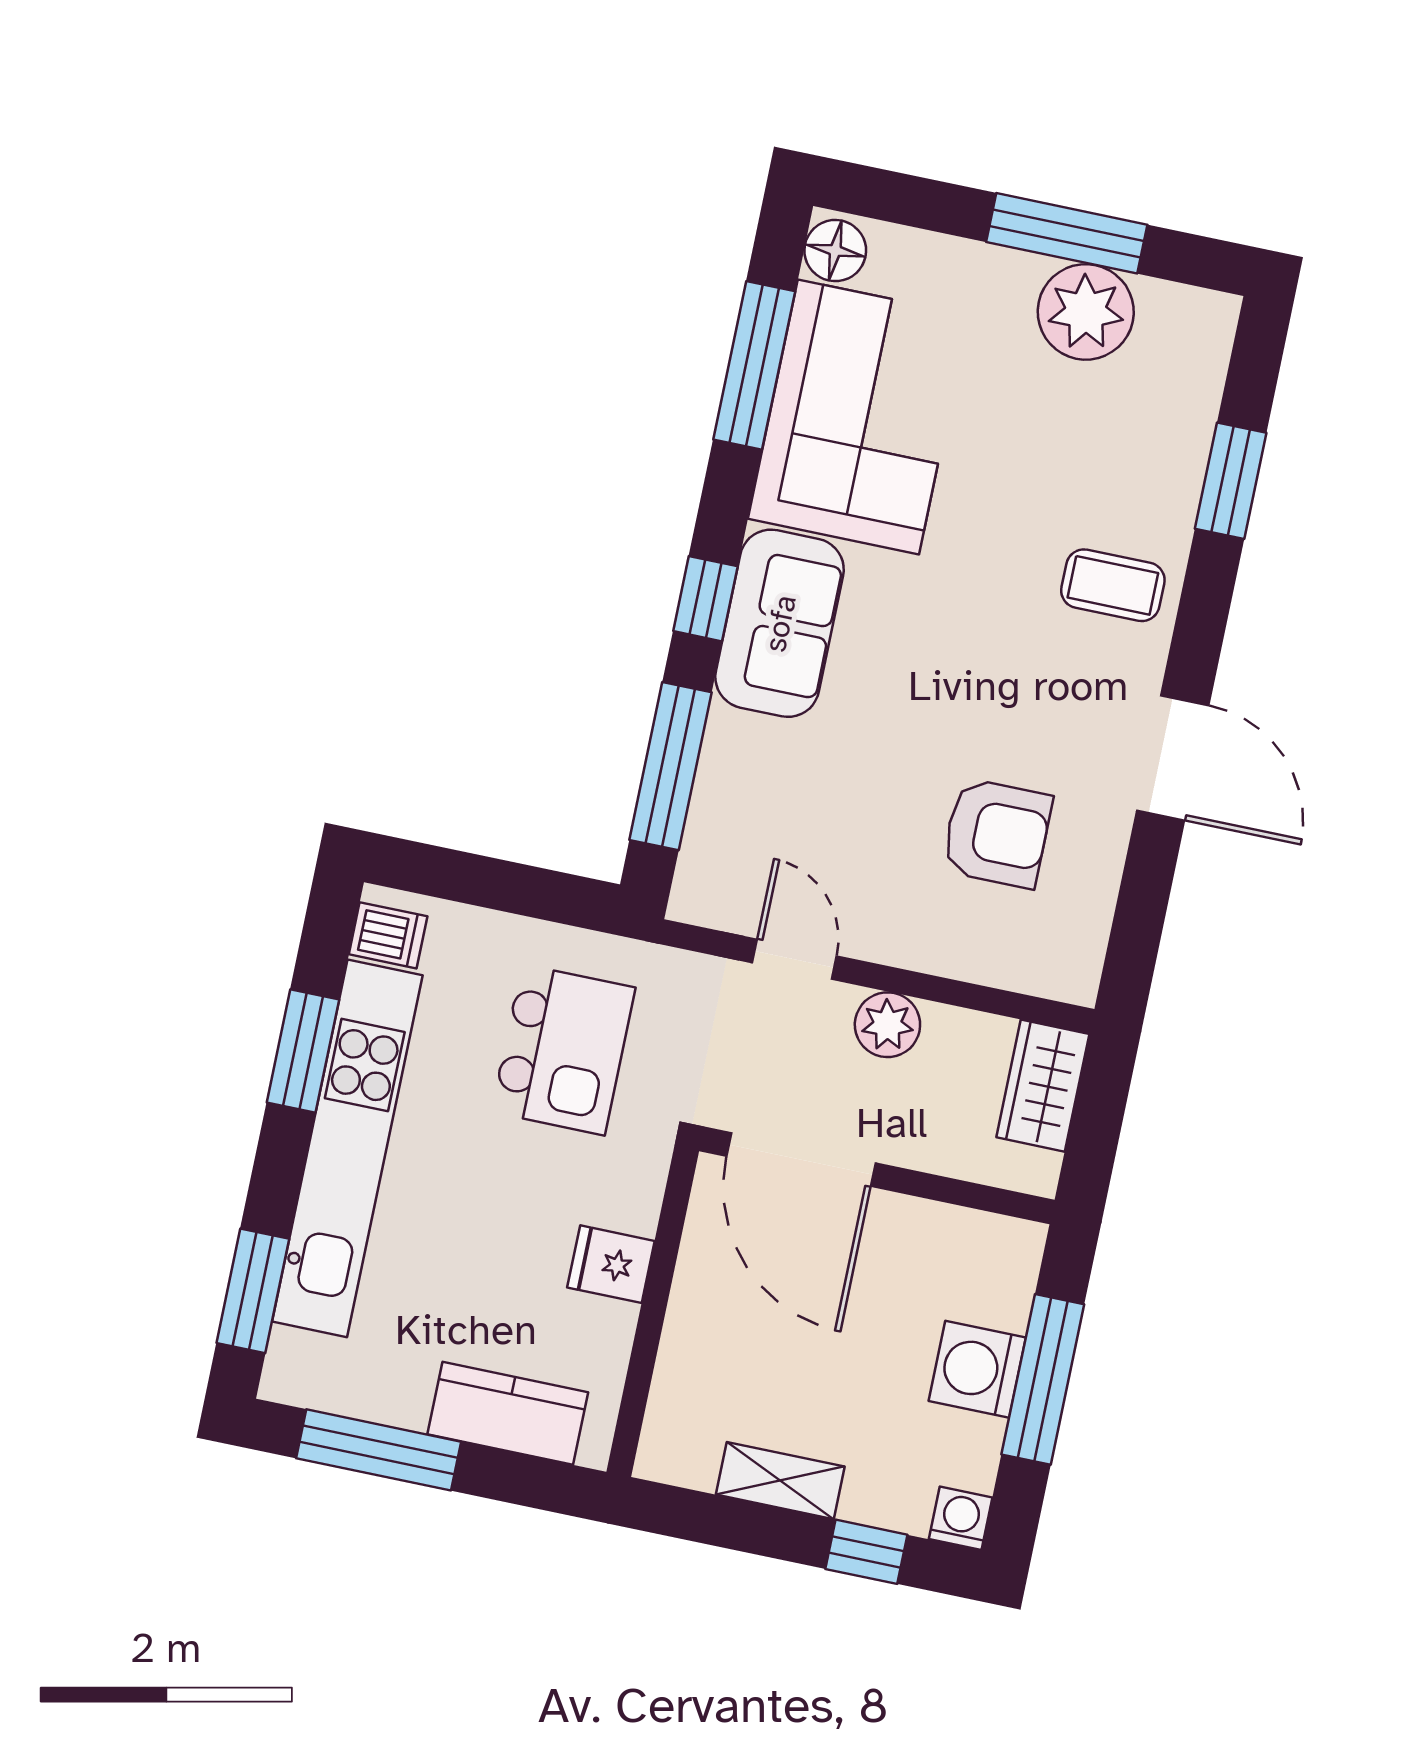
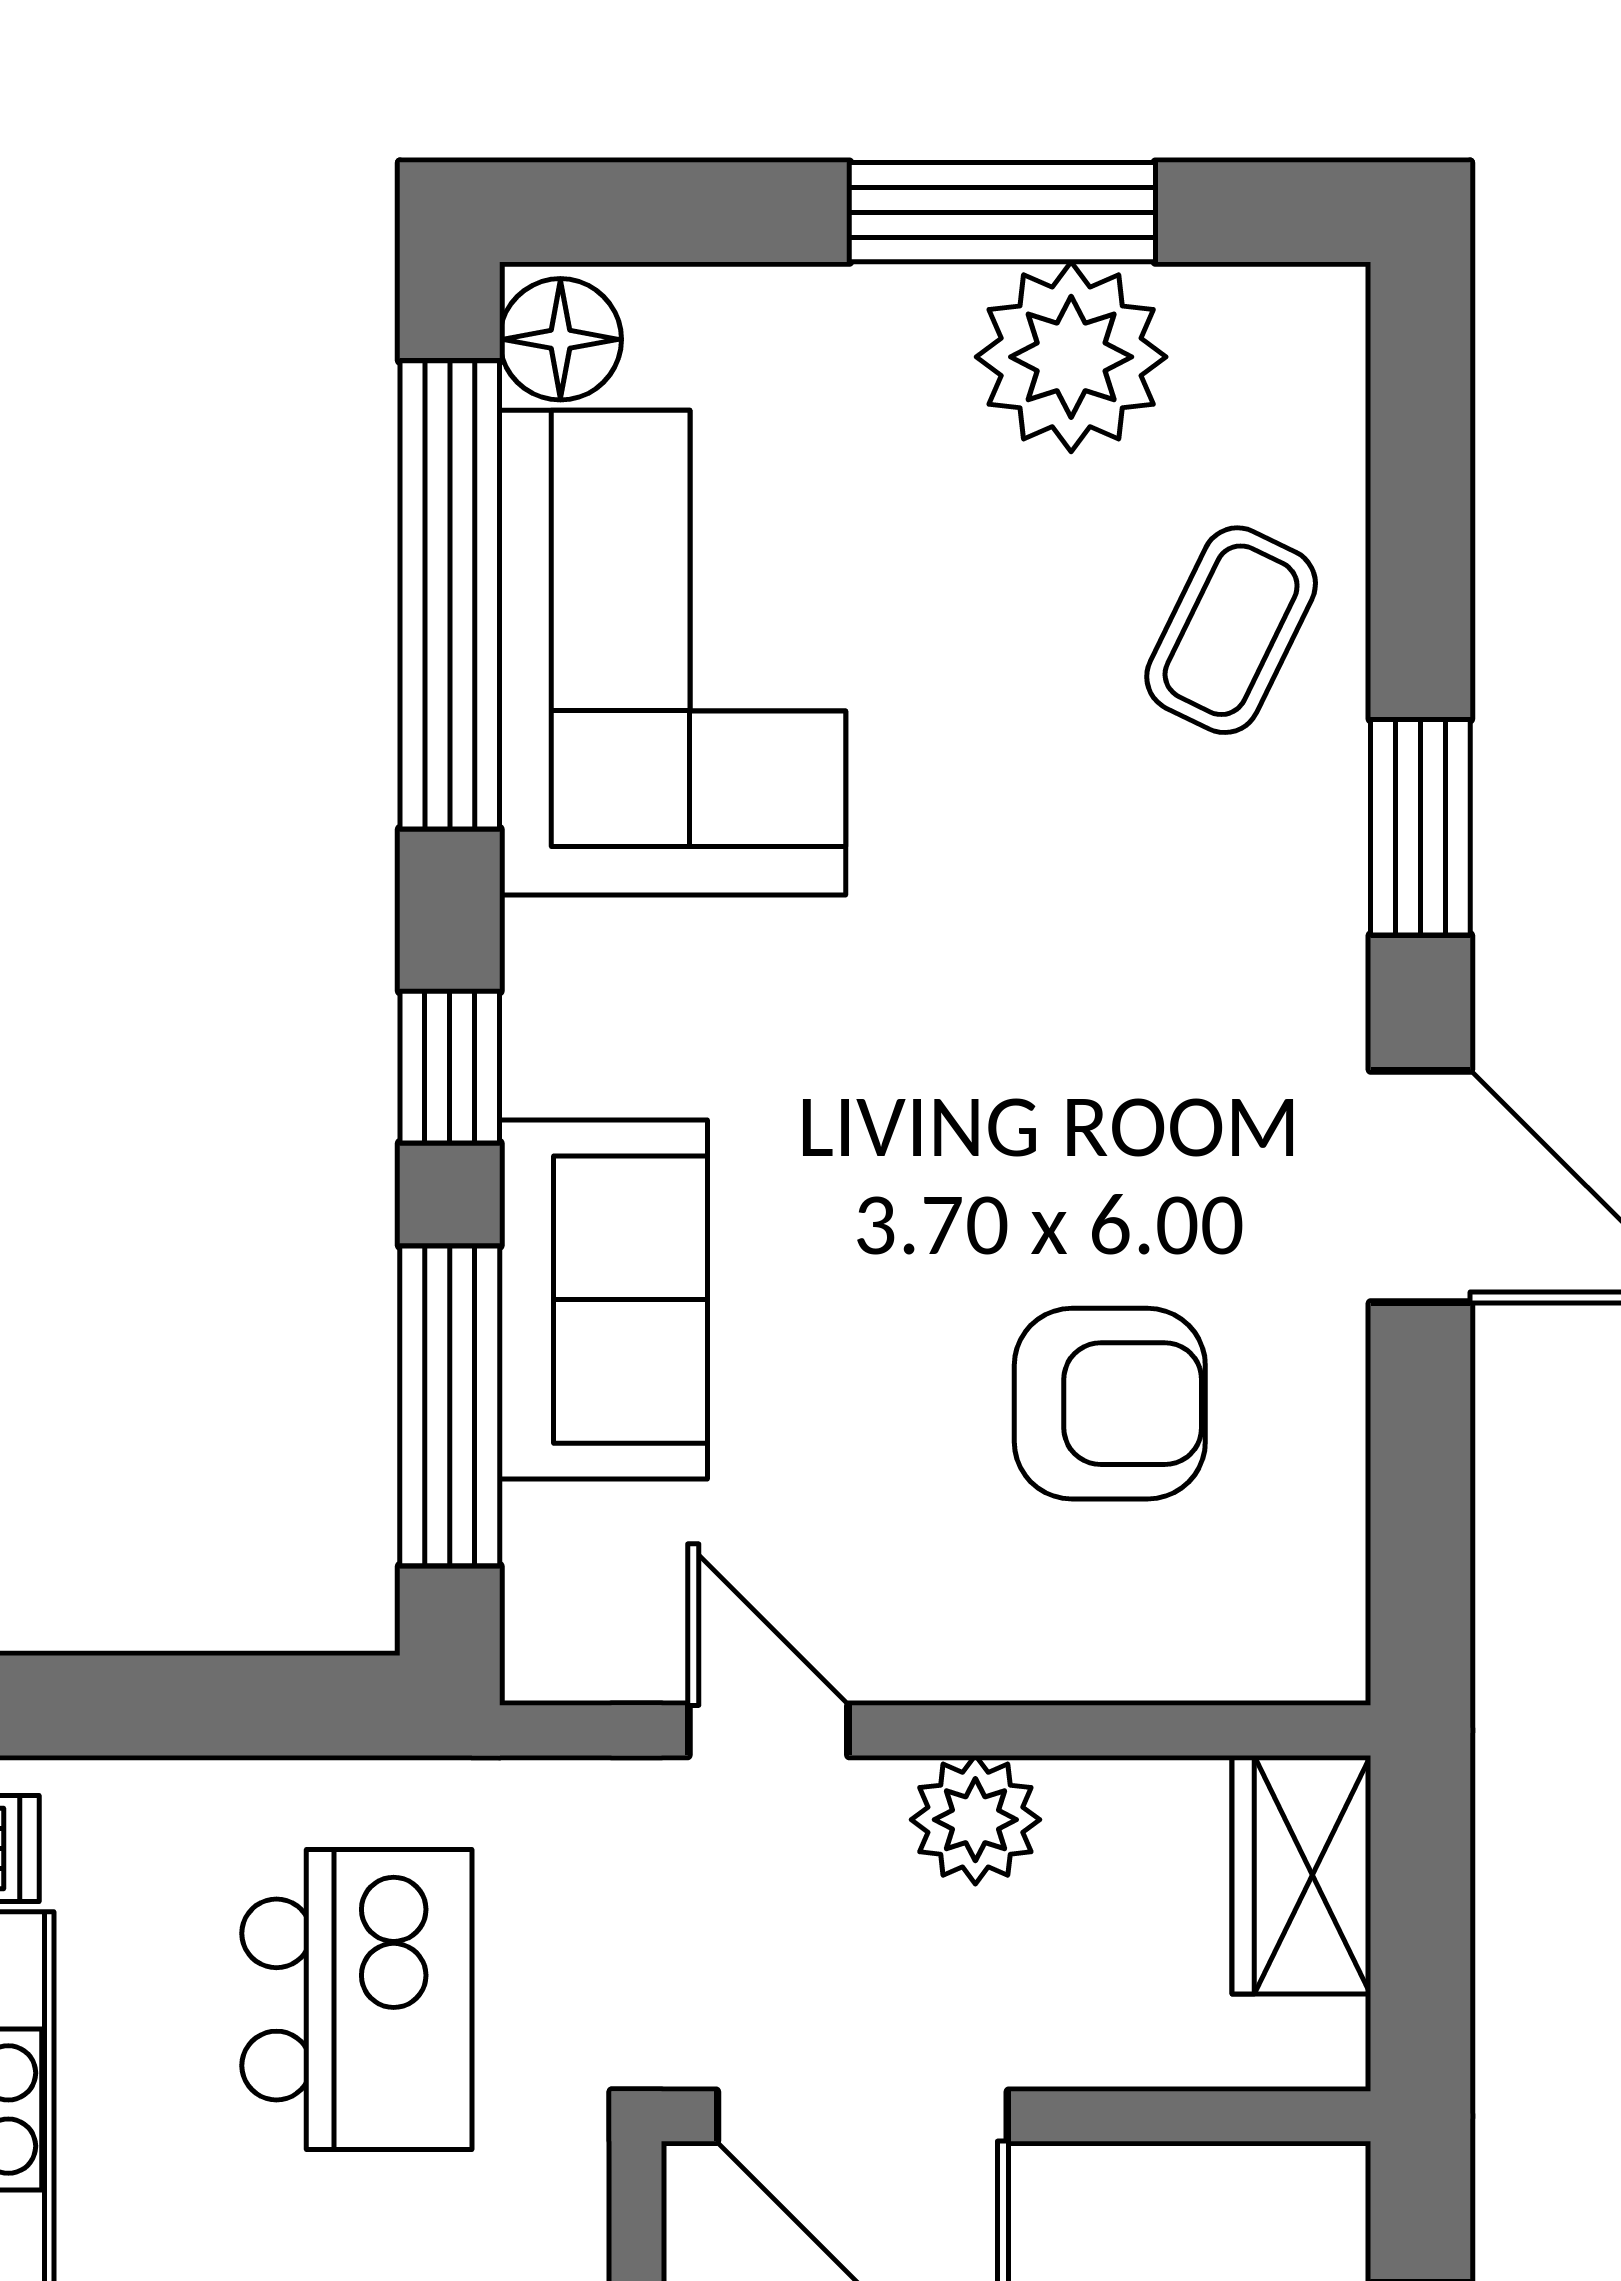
window: (754, 365) -> (450, 595), width x1.46
window: (1231, 481) -> (1420, 827), moved
coffee table: (1113, 585) -> (1231, 630), moved, turned -64
sofa: (780, 623) -> (603, 1300), moved

